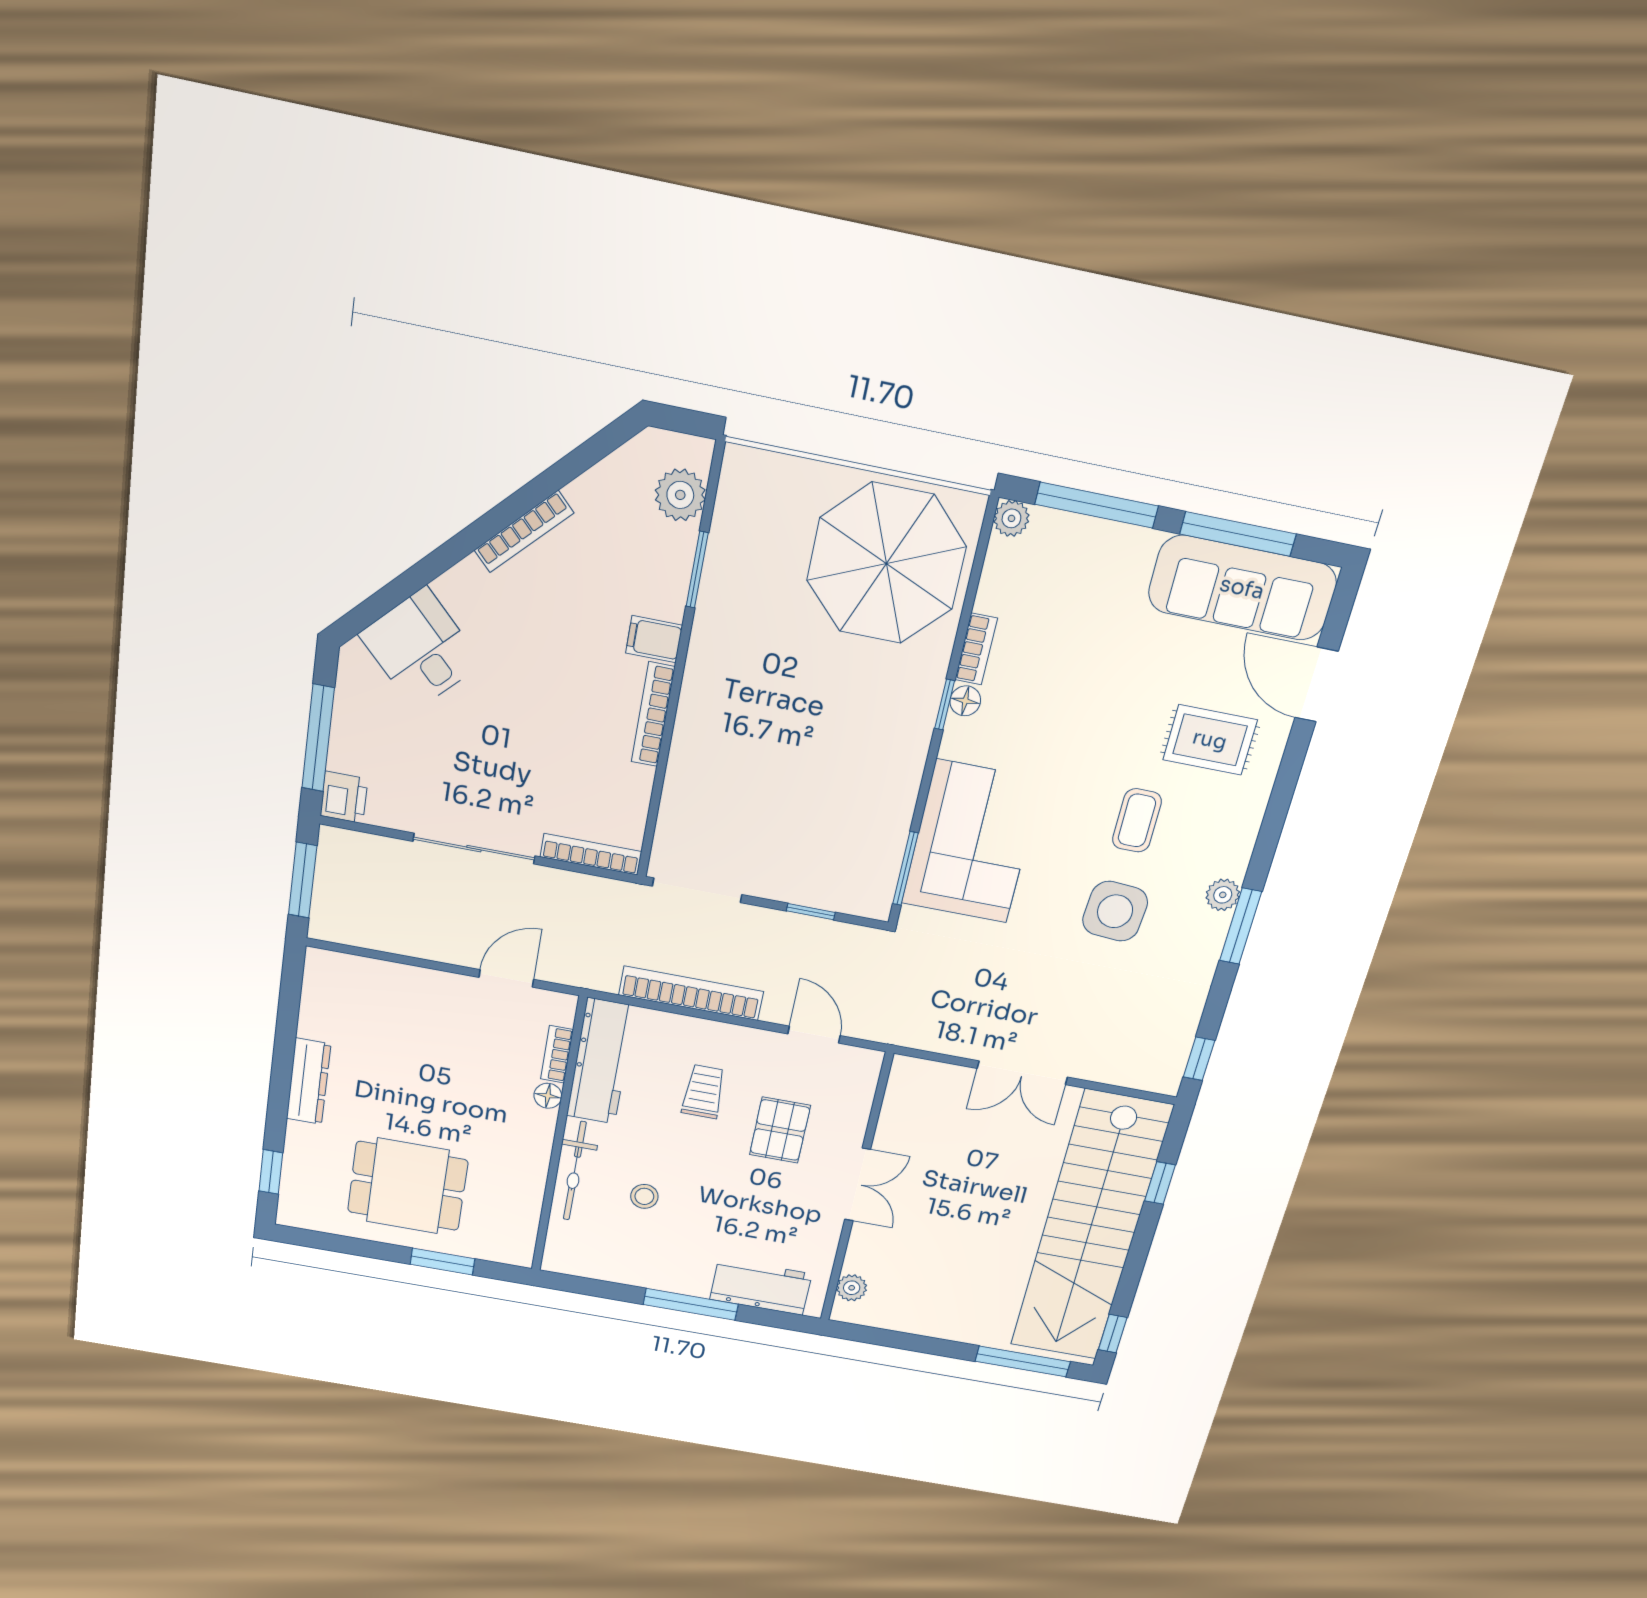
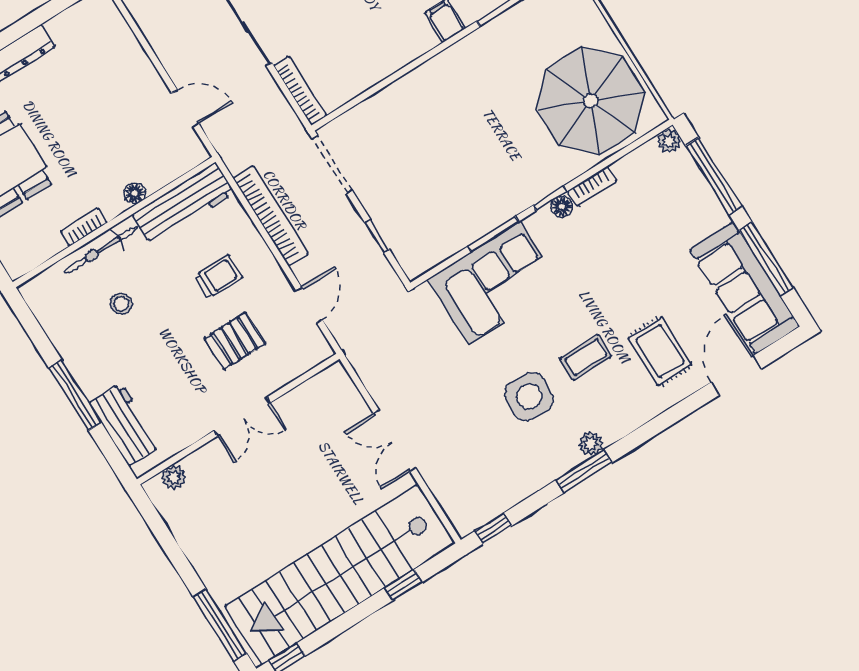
bookcase: (653, 714) -> (406, 55), removed
window: (905, 869) -> (493, 234), moved
bookcase: (557, 1054) -> (84, 227), moved

